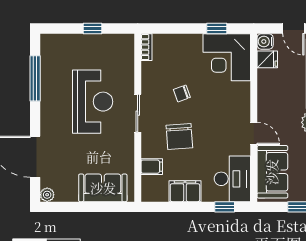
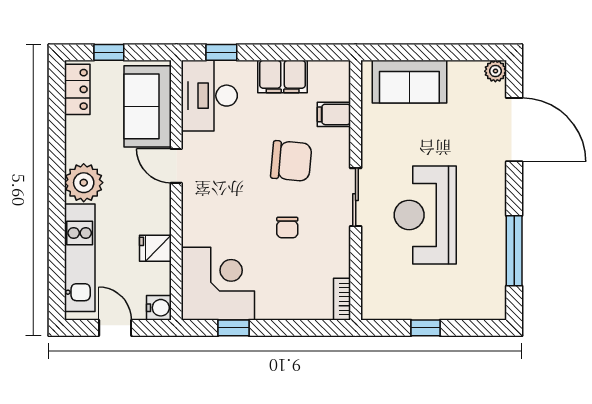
fridge: (267, 59) -> (155, 248), moved
chair: (182, 93) -> (287, 227), turned 110
chair: (179, 137) -> (291, 161), turned 99

